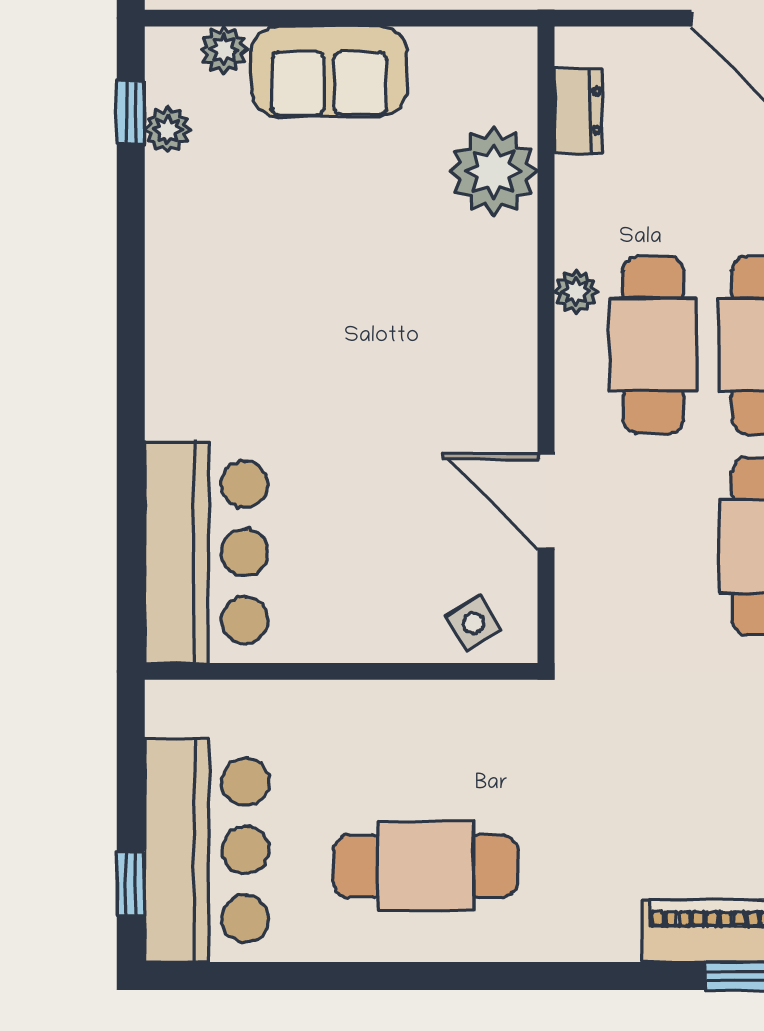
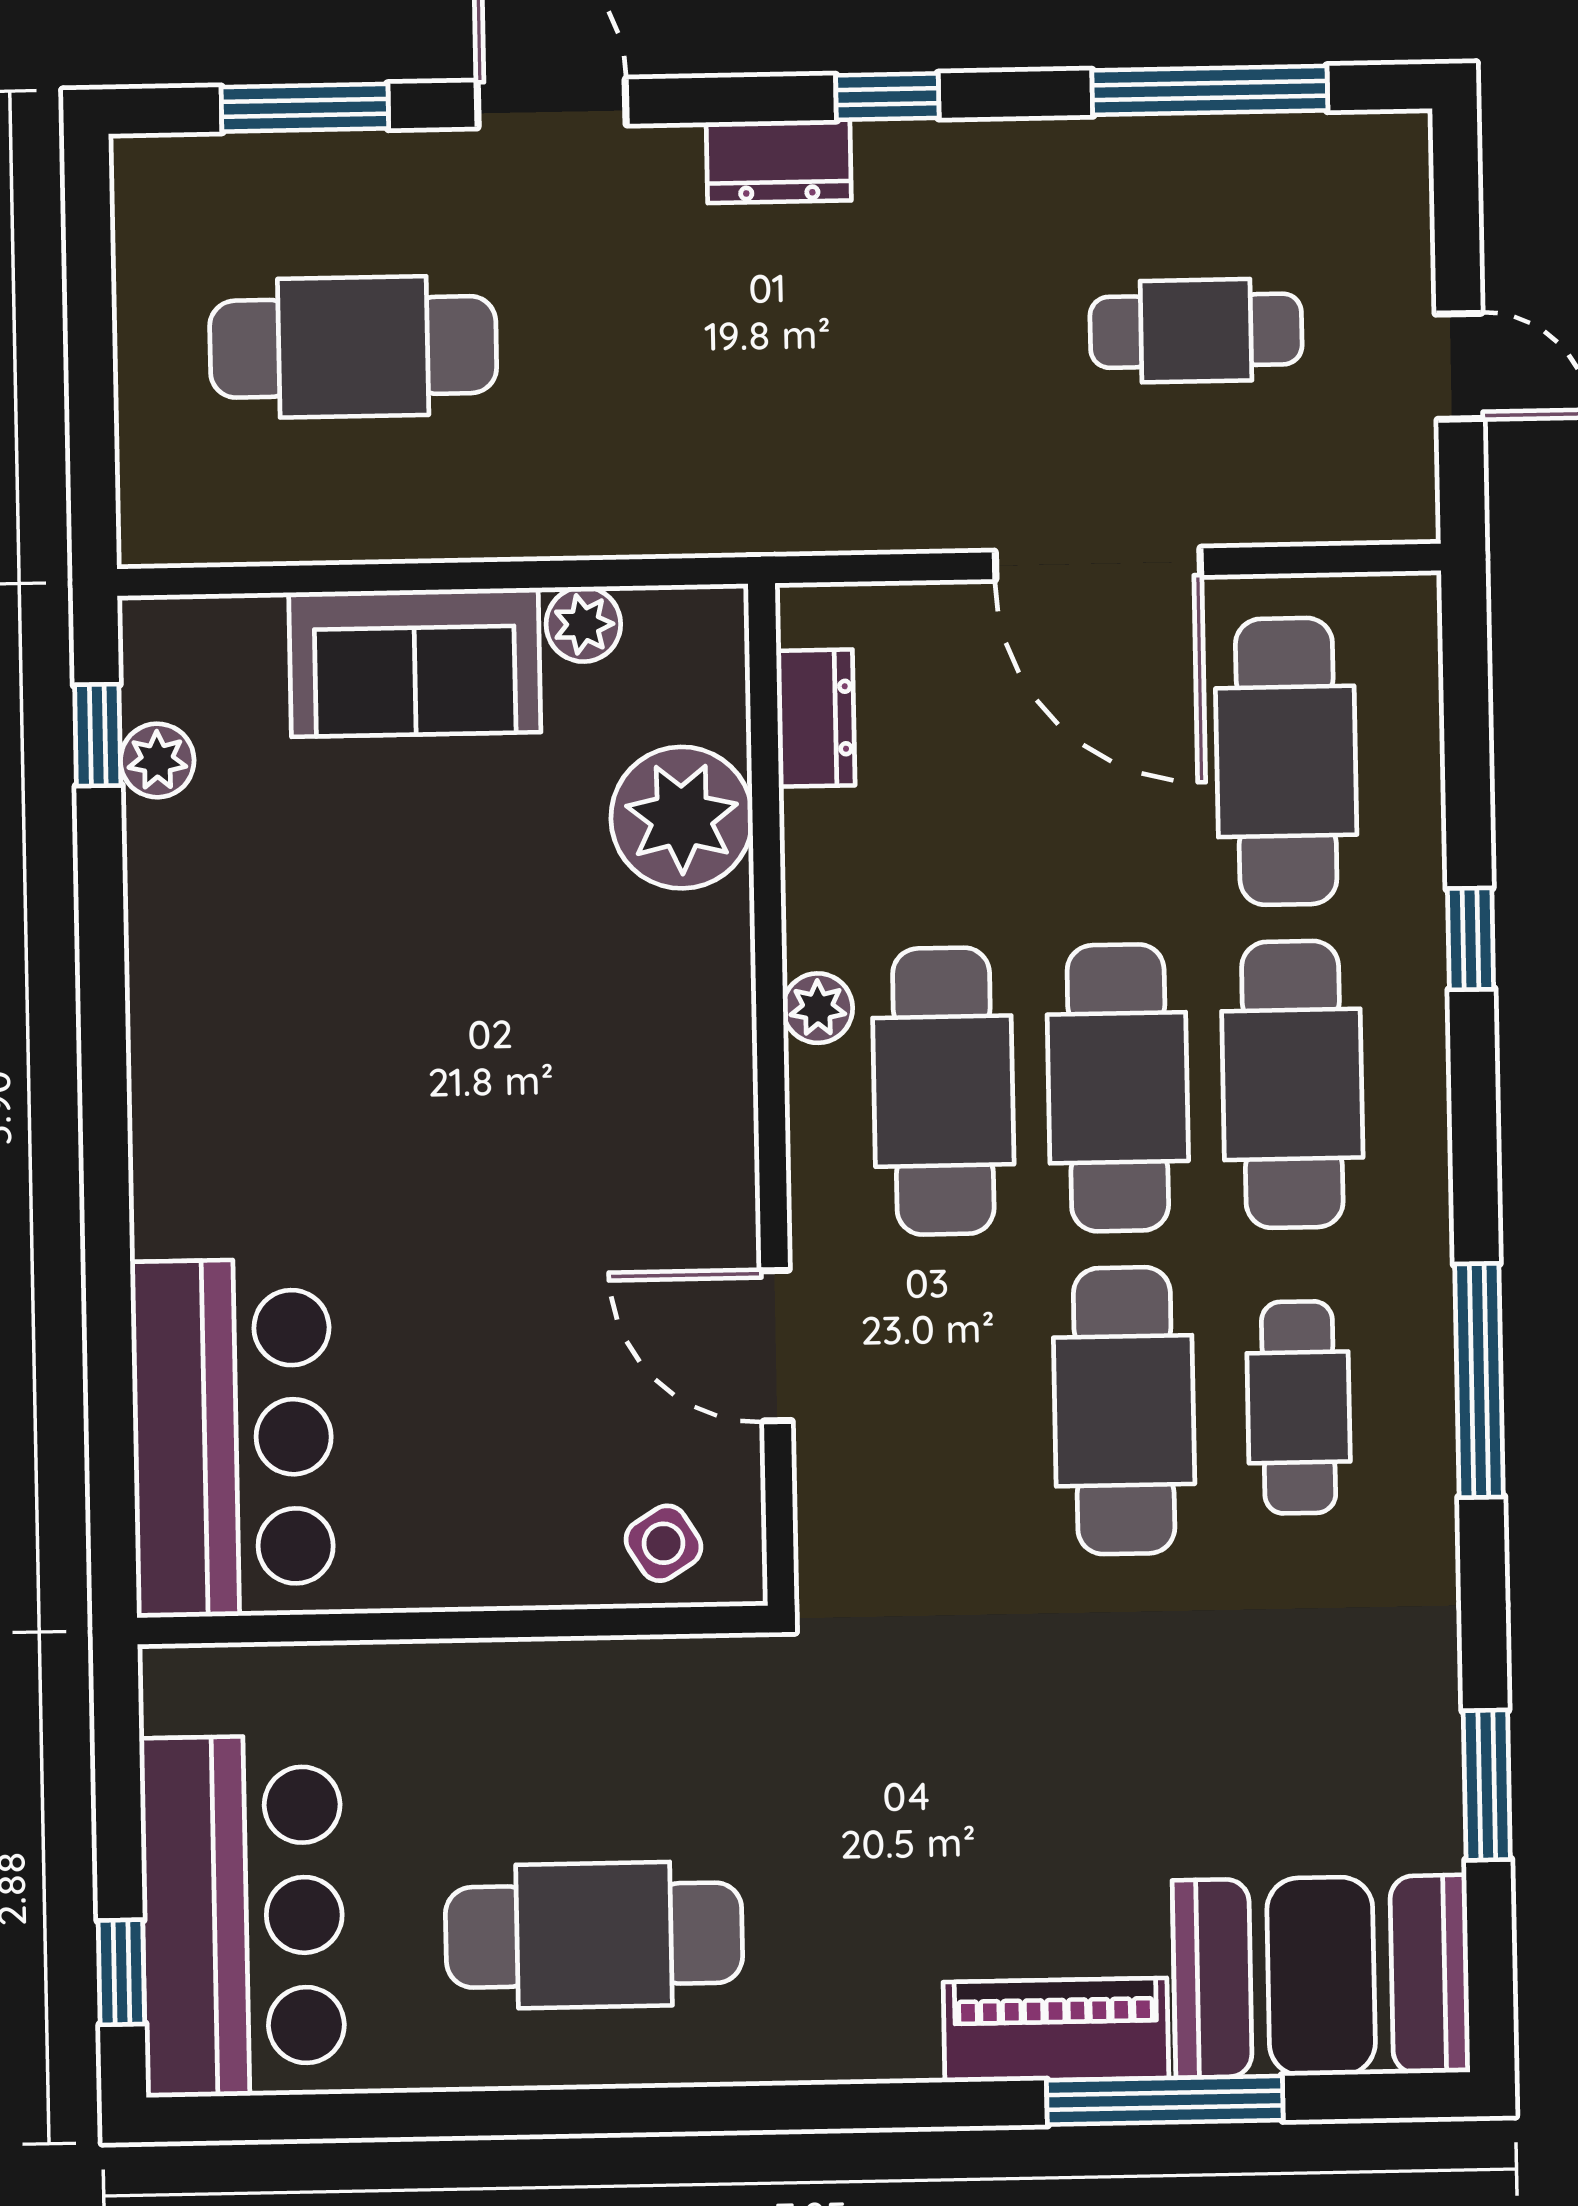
plant: (224, 50) -> (583, 624), moved

